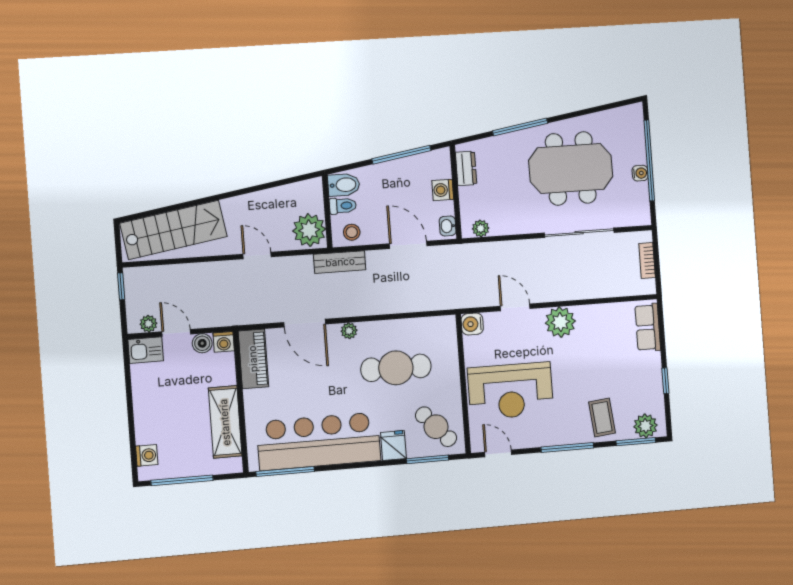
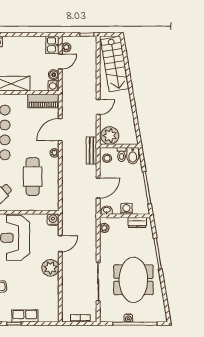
row of seats: (648, 327) -> (25, 316), moved

